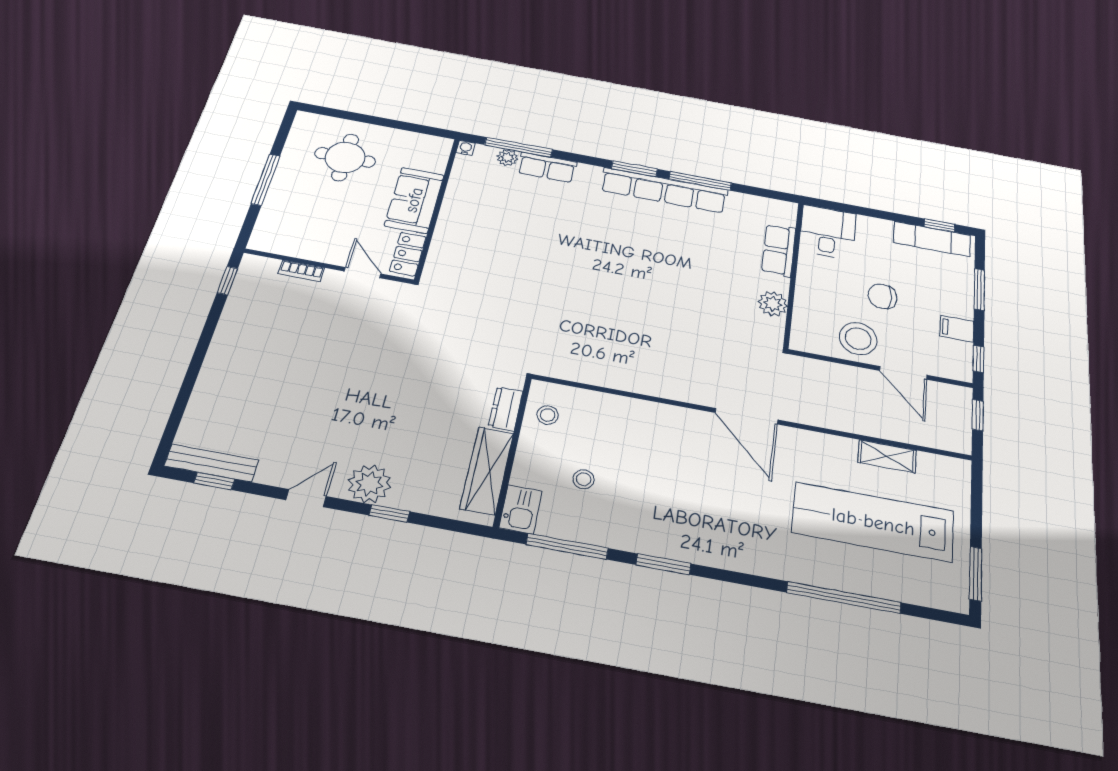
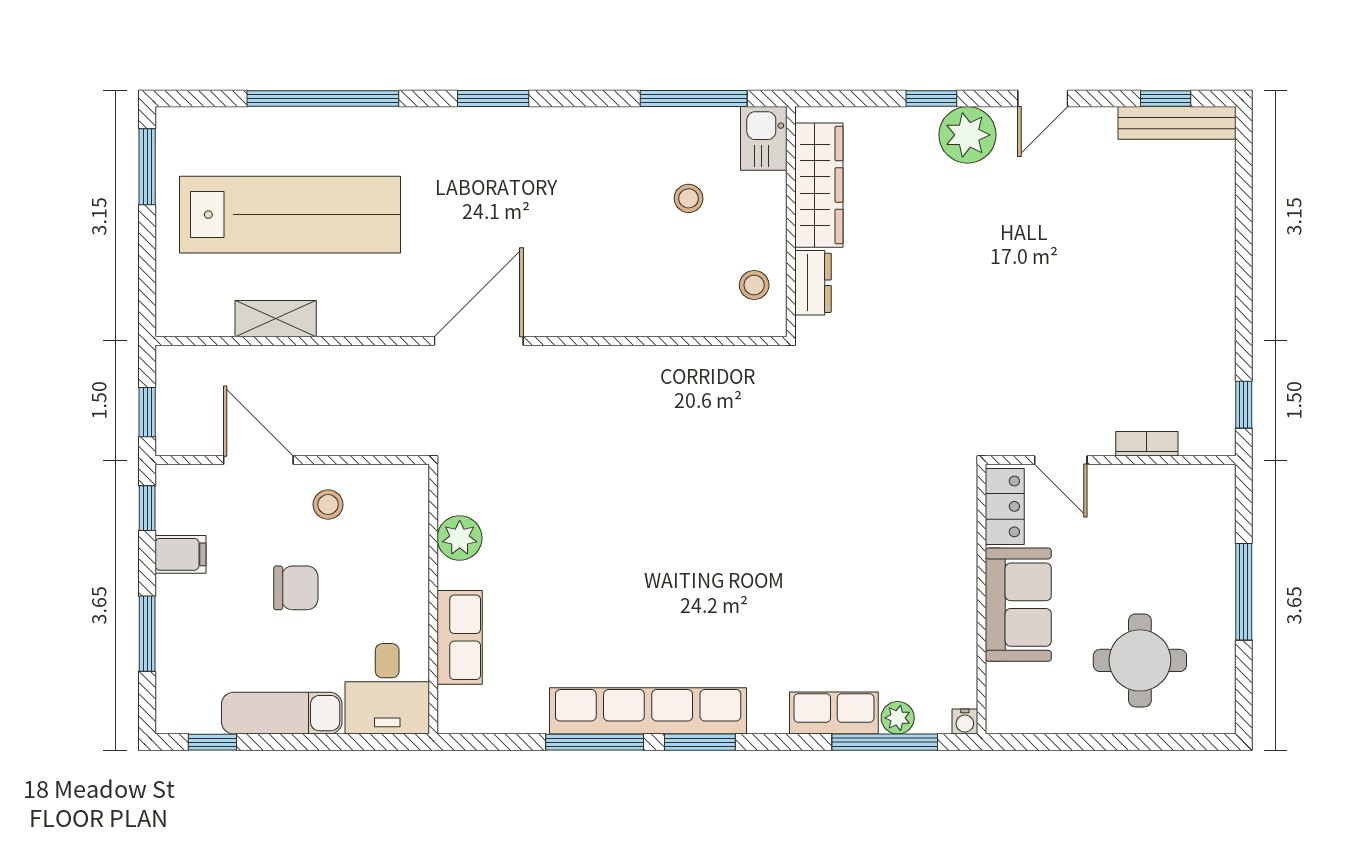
exam couch: (932, 239) -> (282, 713), moved
stool: (858, 339) -> (328, 505), width x0.53, depth x0.53
door: (747, 416) -> (479, 341), hinge flipped
window: (664, 564) -> (493, 99), moved

